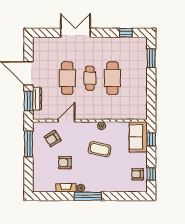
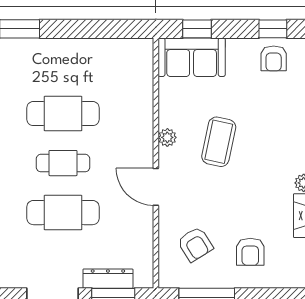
door: (66, 121) -> (156, 187), moved
armchair: (65, 163) -> (250, 252), moved

